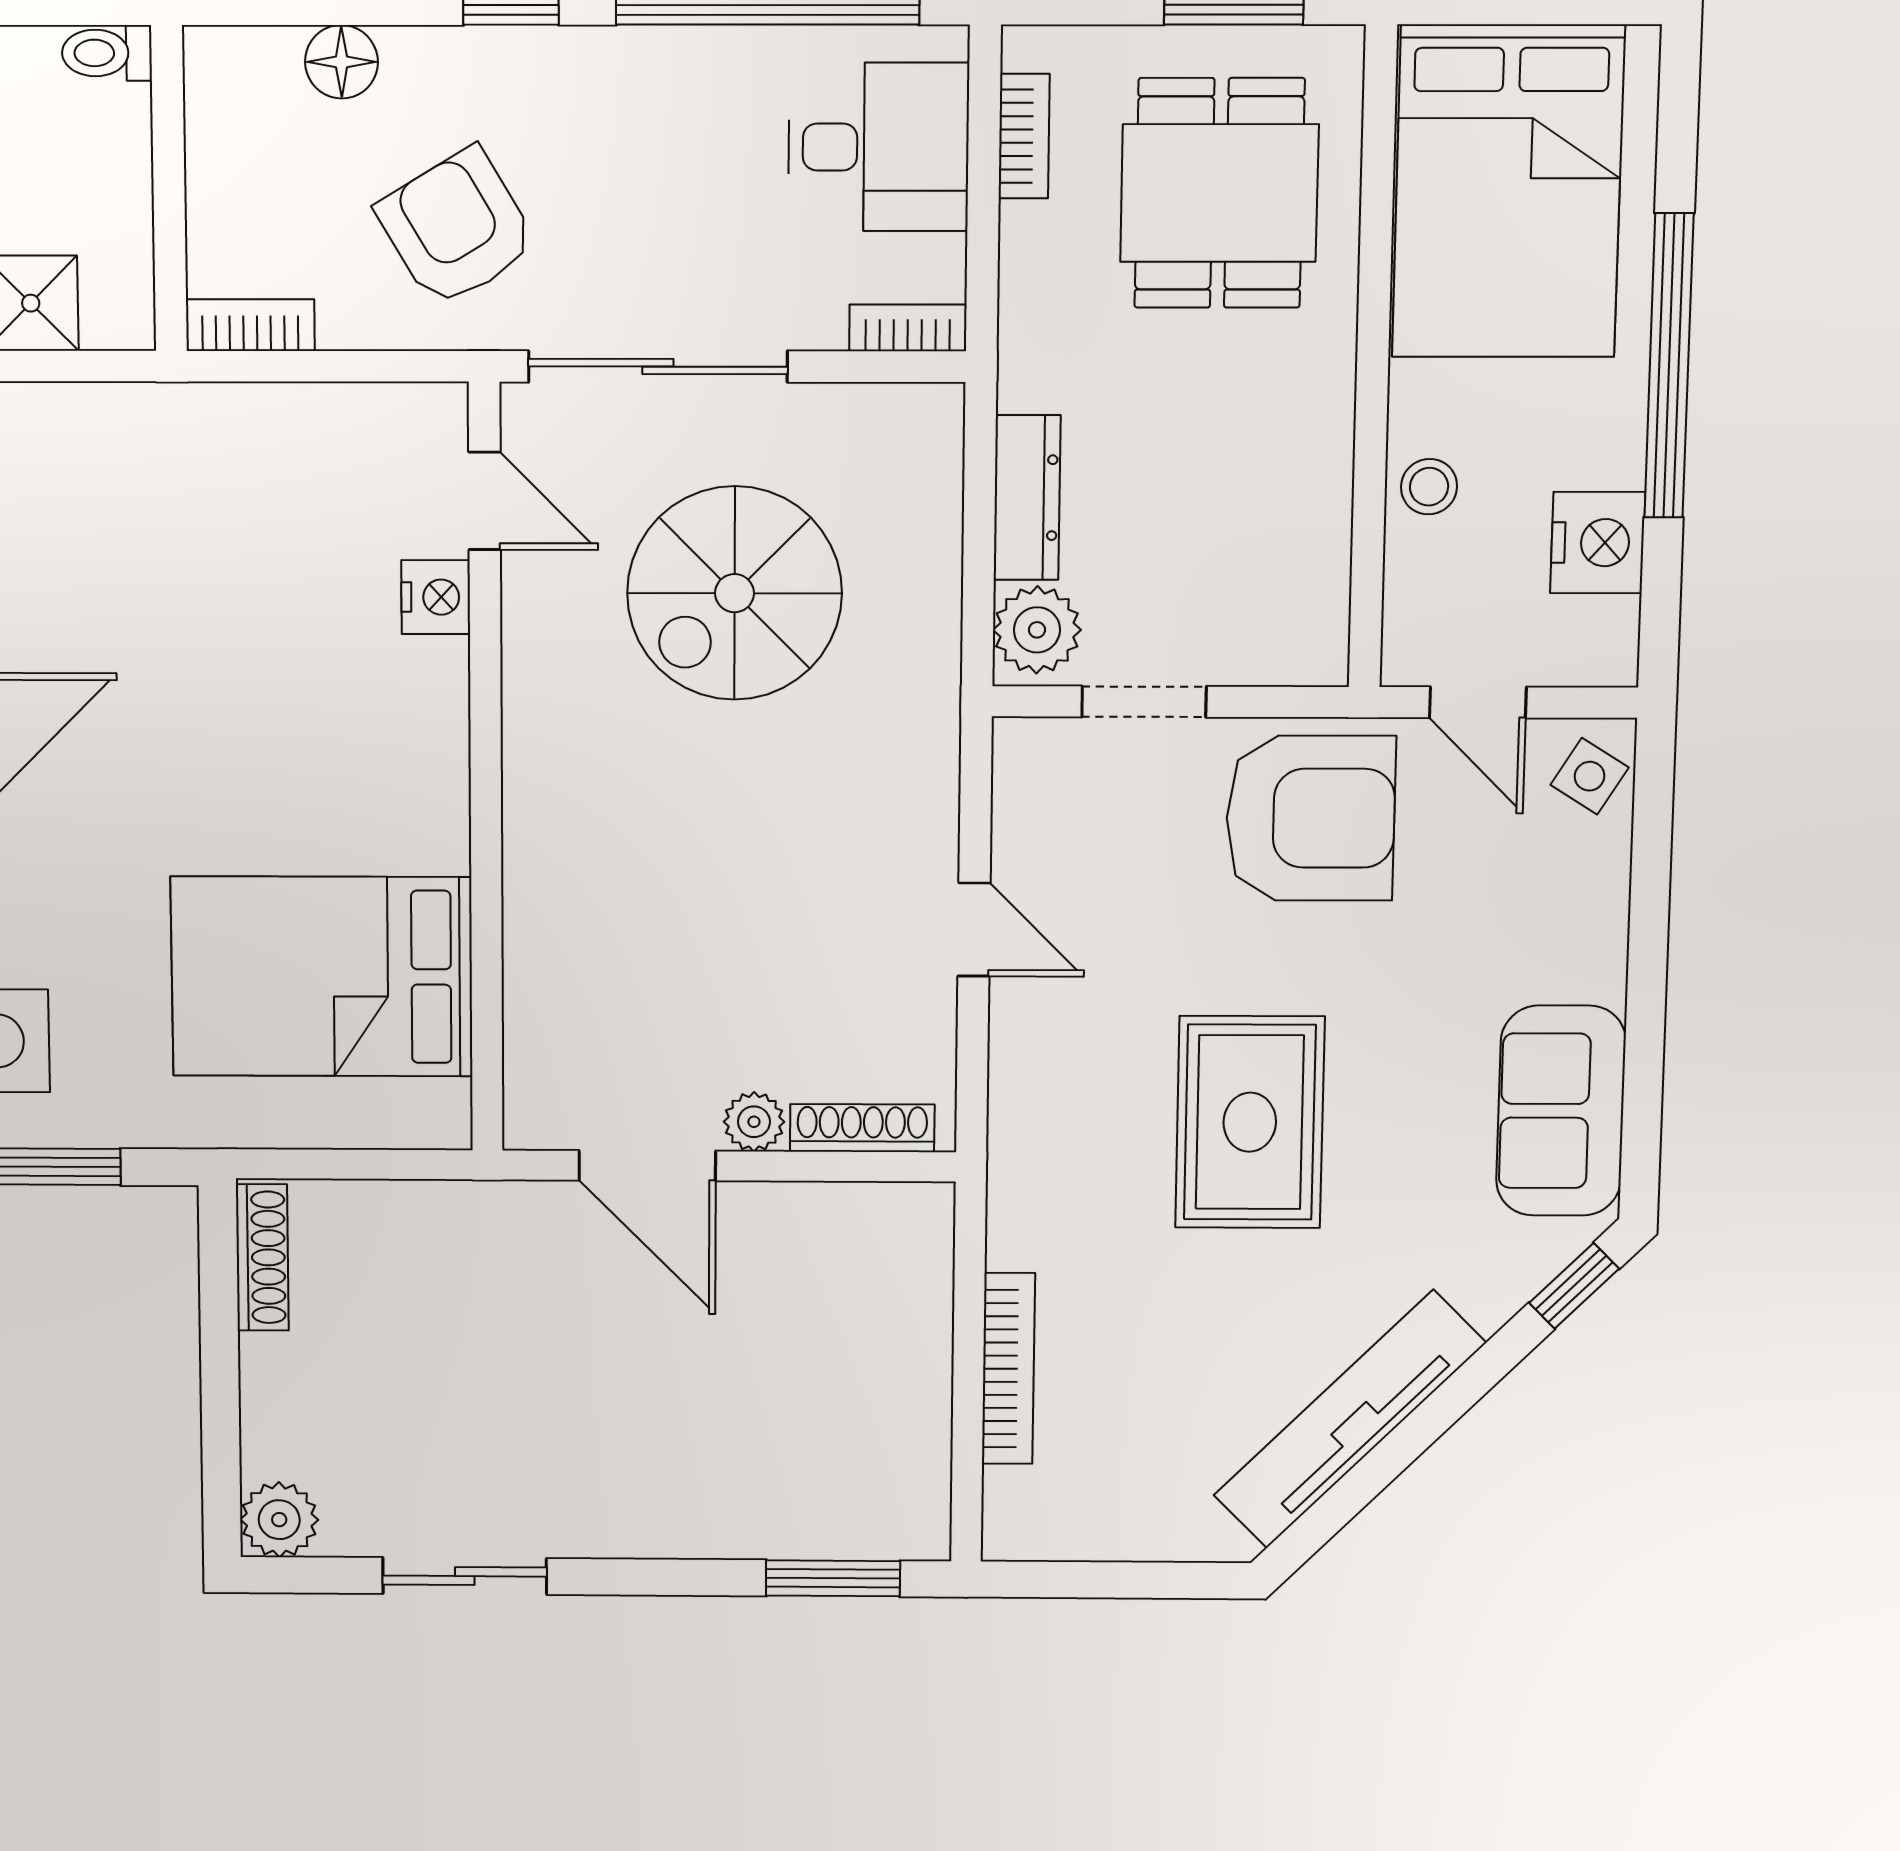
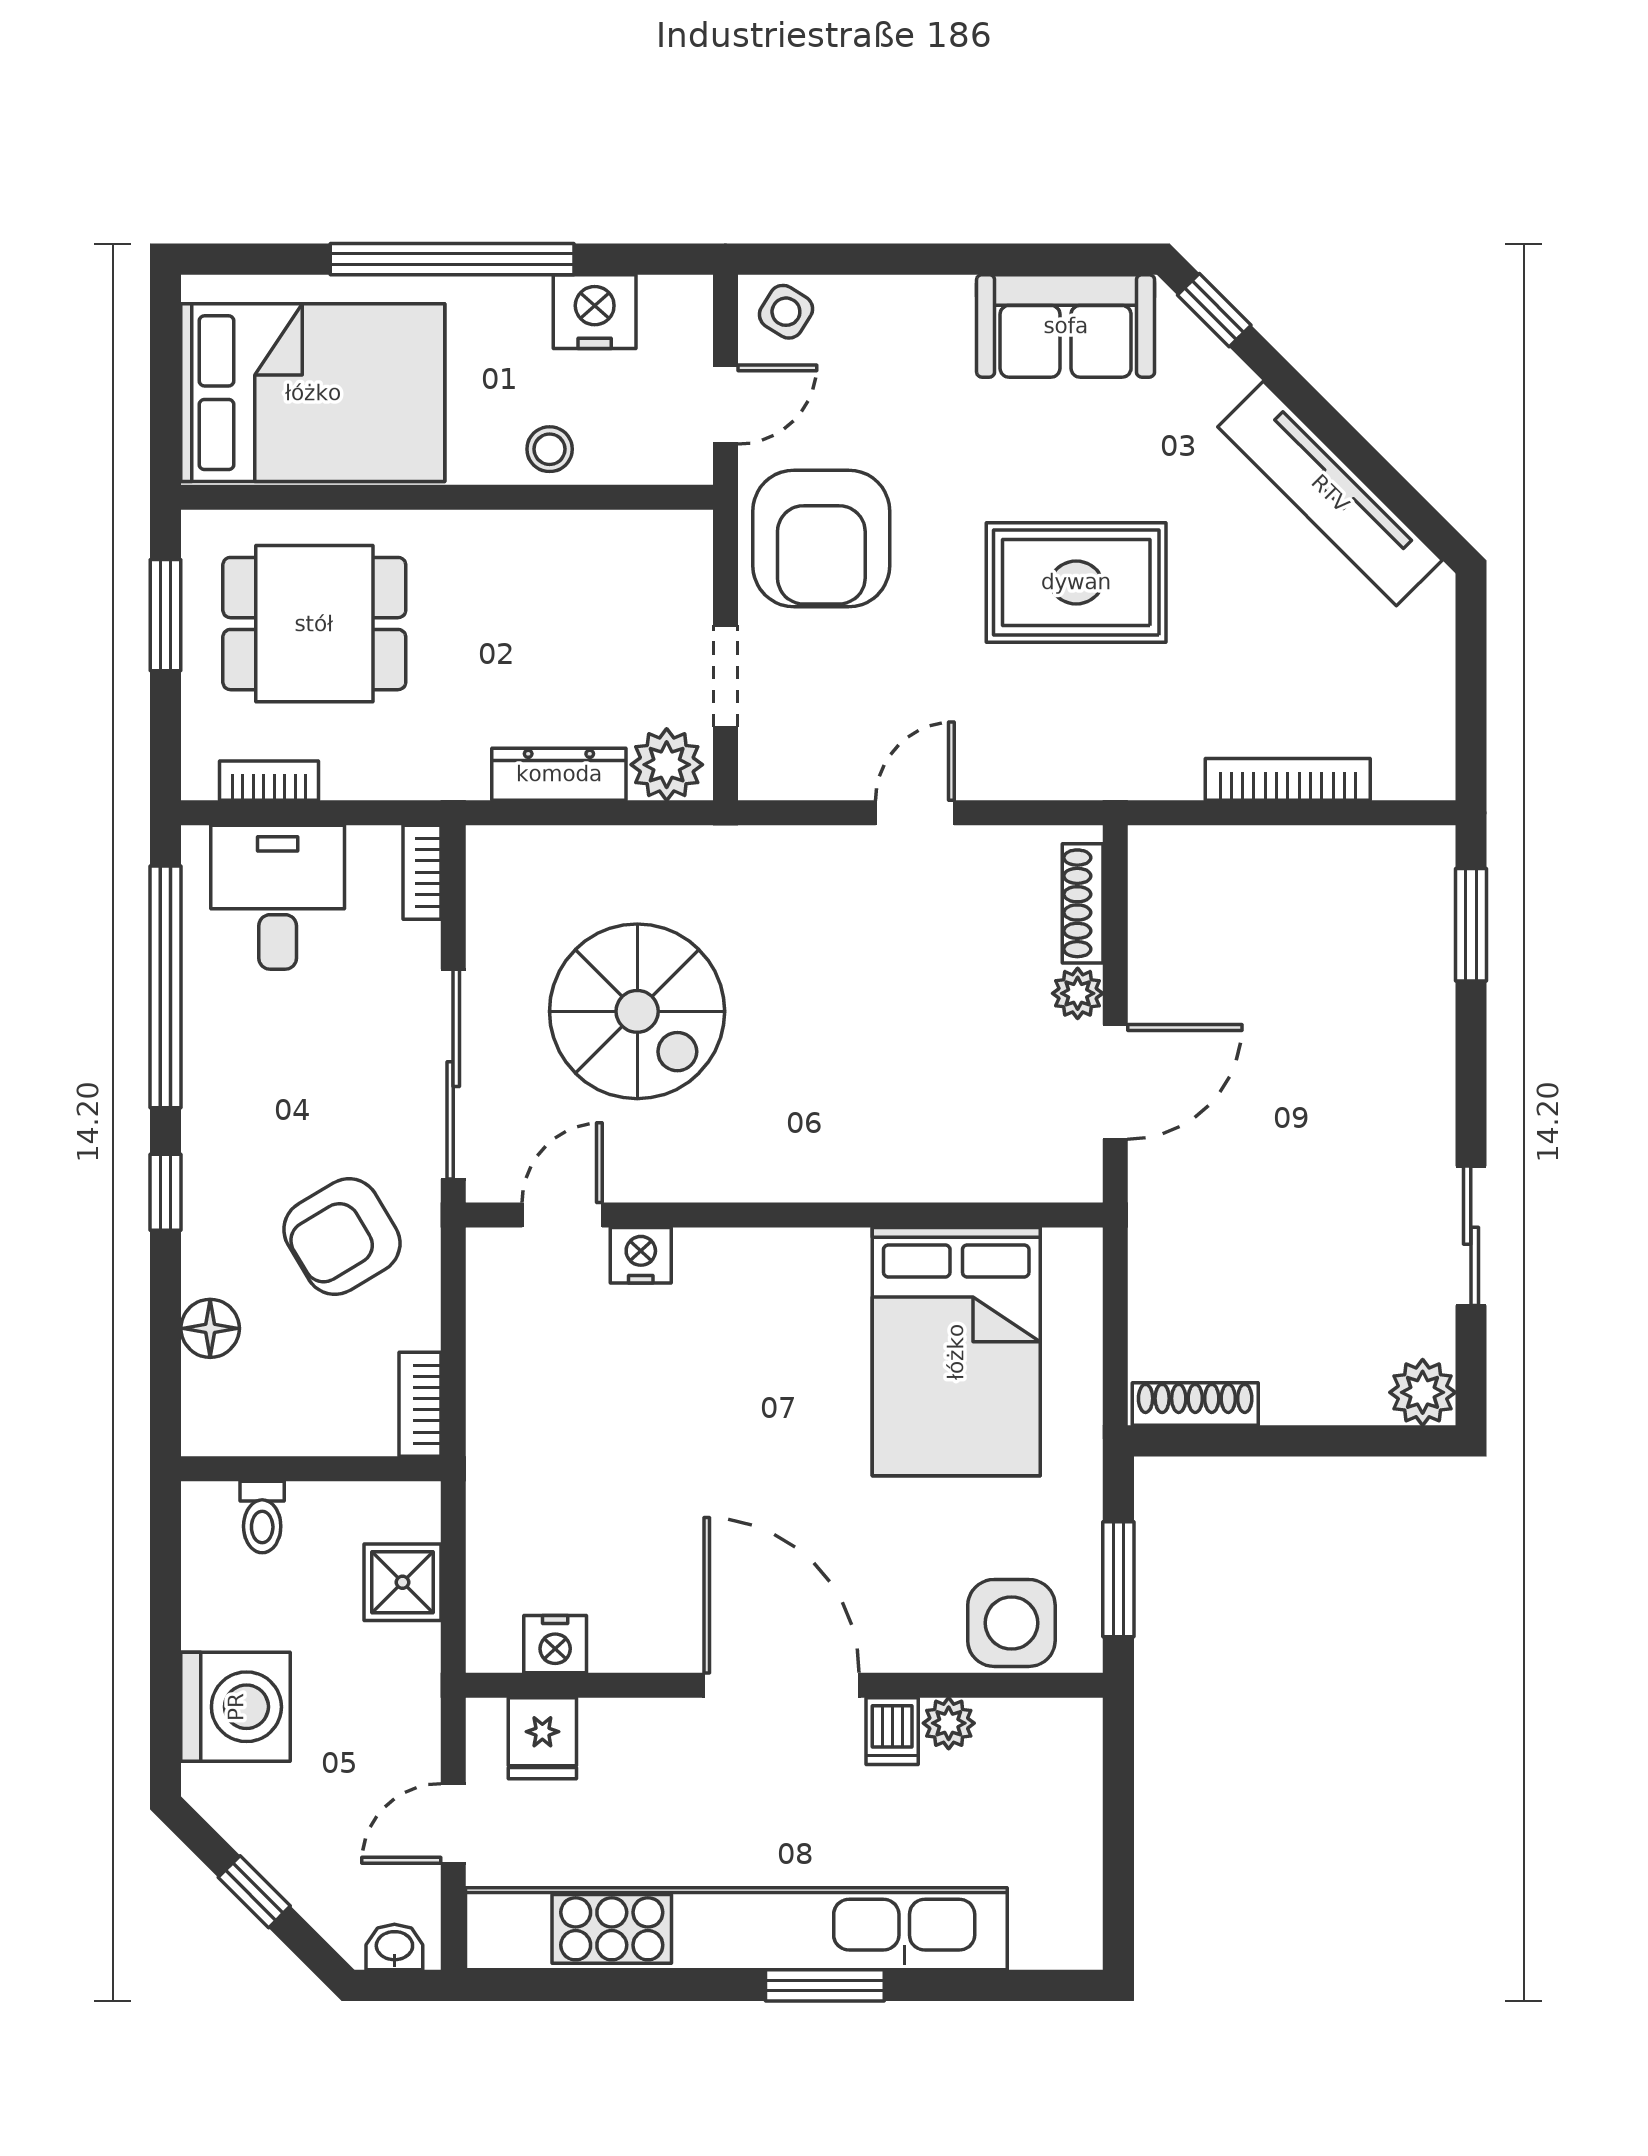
toilet: (107, 53) -> (262, 1517), moved
armchair: (1310, 818) -> (821, 538), turned 180

